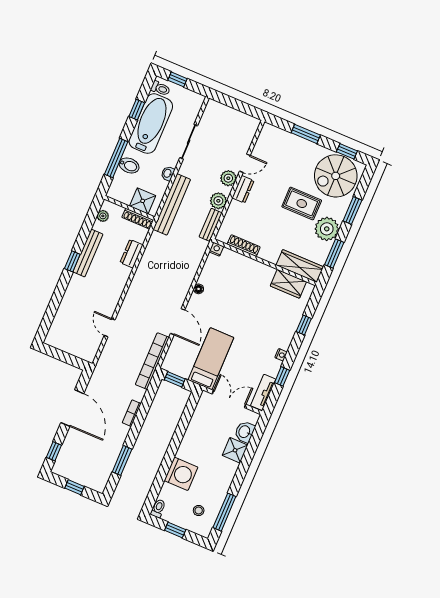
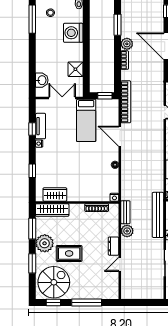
window: (306, 134) -> (87, 302), width x1.44
plant: (228, 178) -> (127, 44), moved
tv unit: (263, 392) -> (41, 126), moved
double door: (229, 399) -> (62, 98), swing flipped
shower: (235, 450) -> (75, 69), moved

